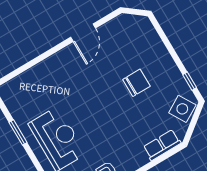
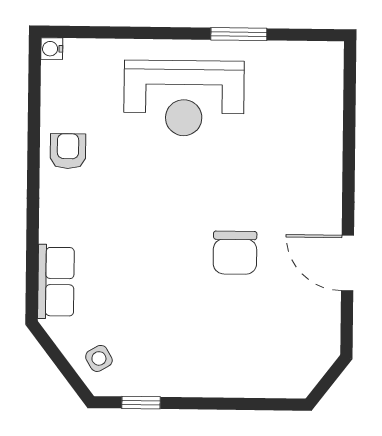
chair: (136, 83) -> (235, 253), moved
side table: (182, 109) -> (99, 358), width x0.54, depth x0.54

